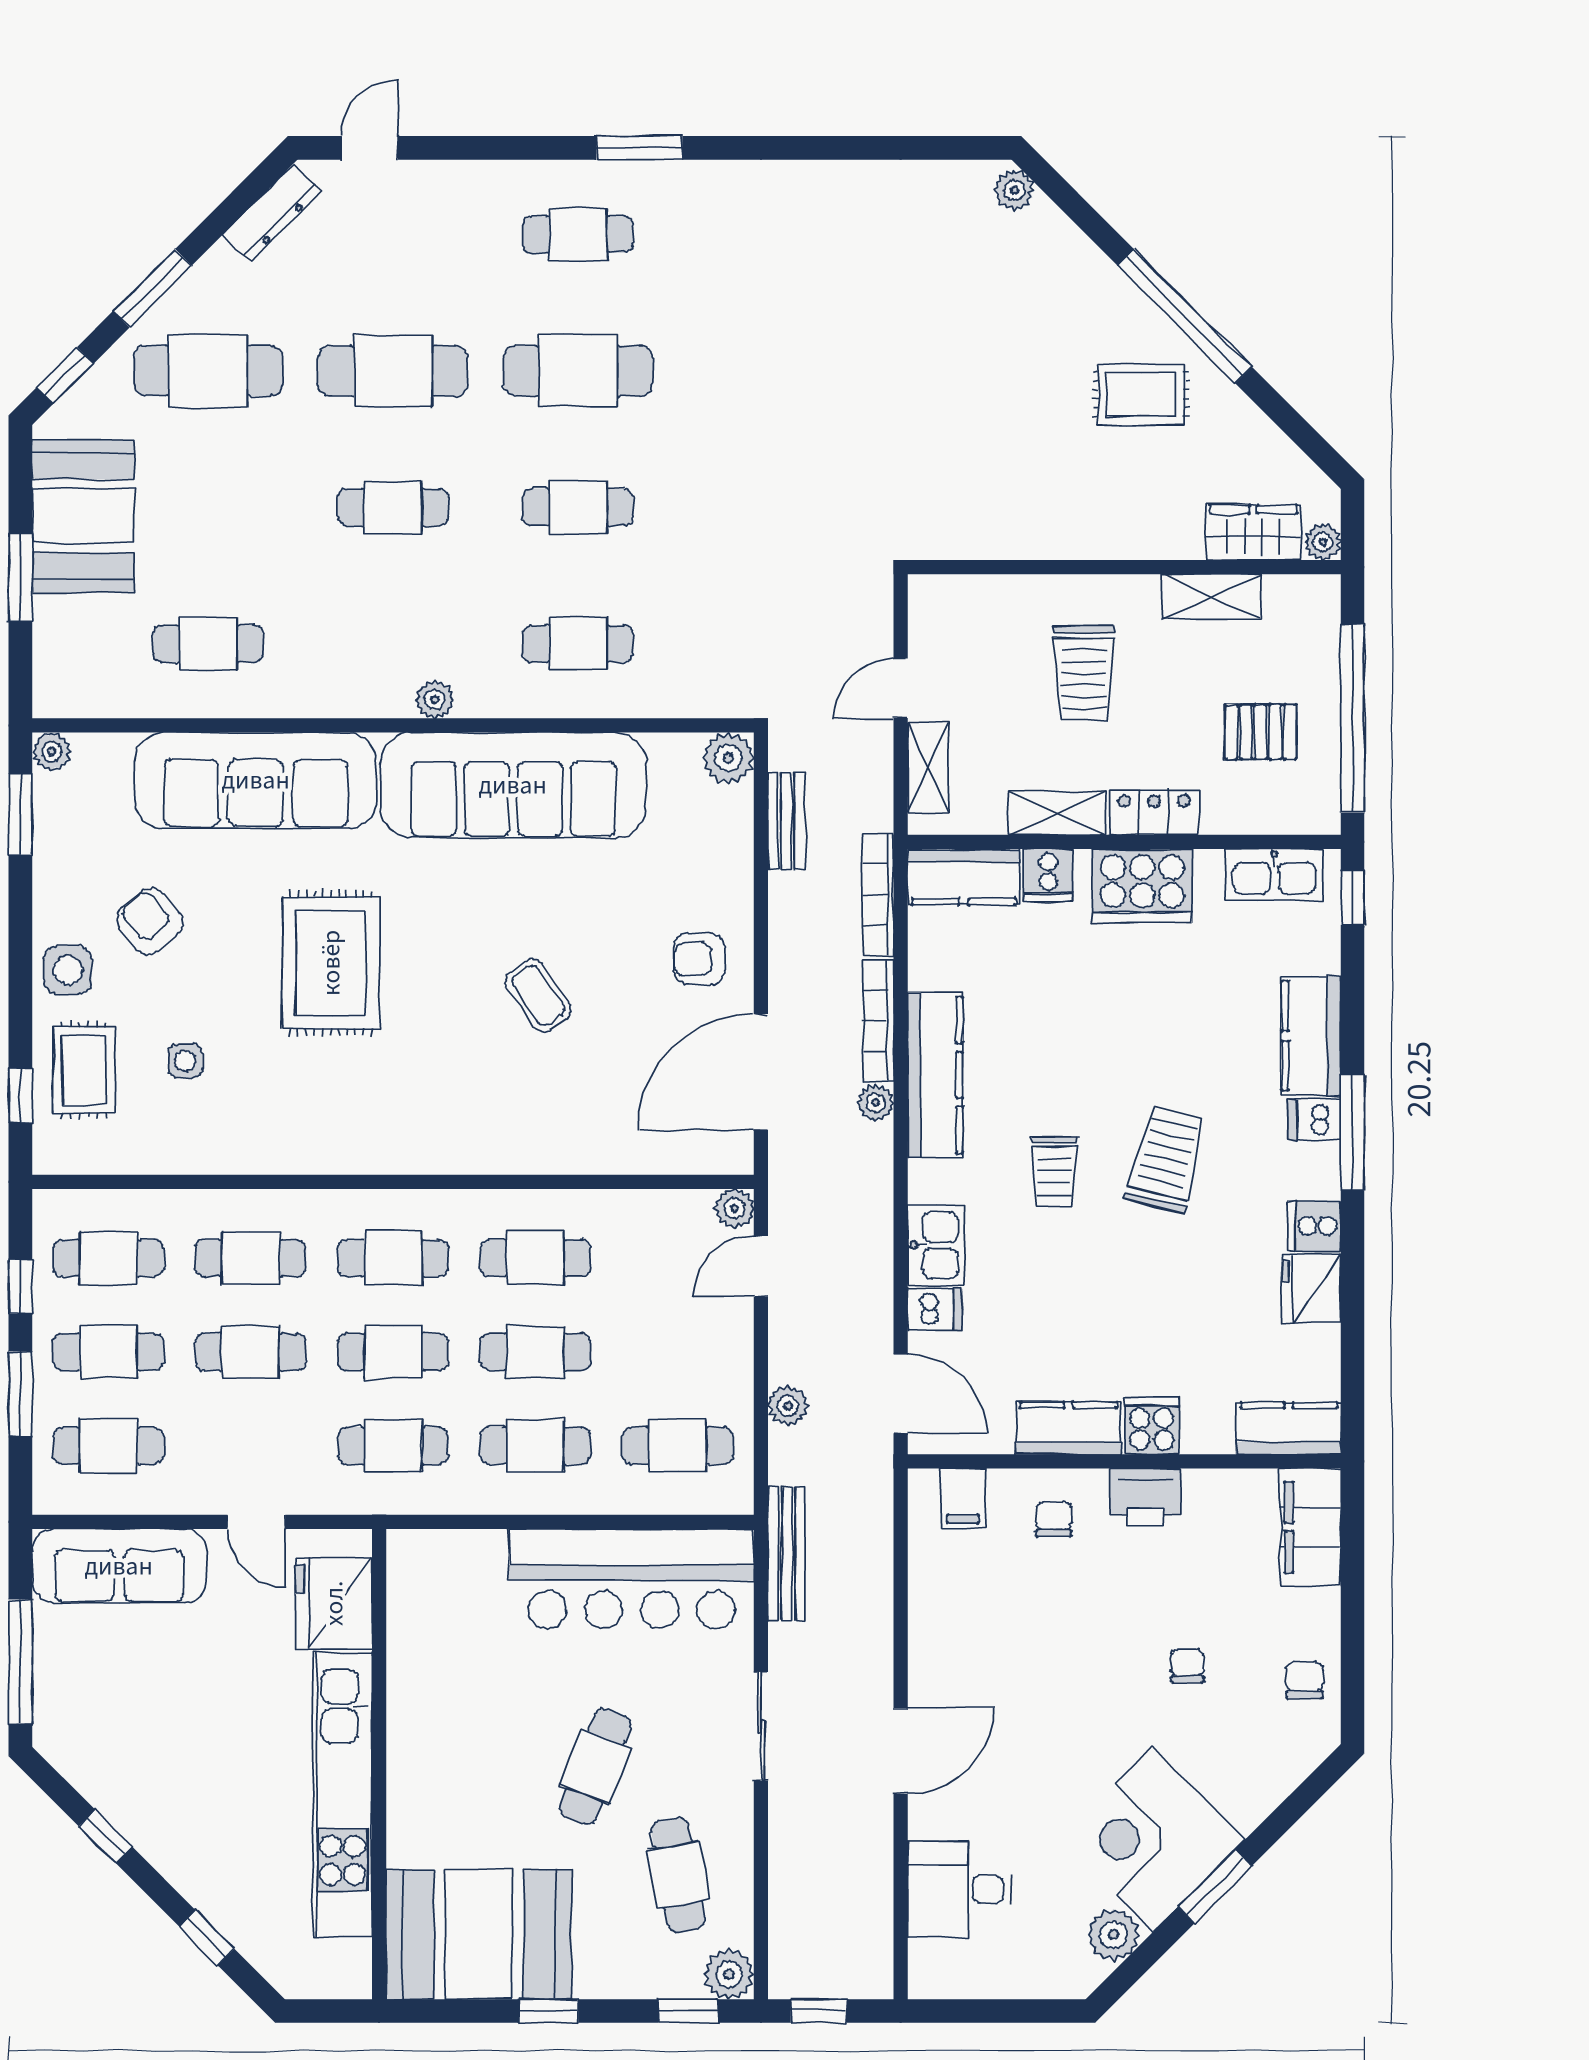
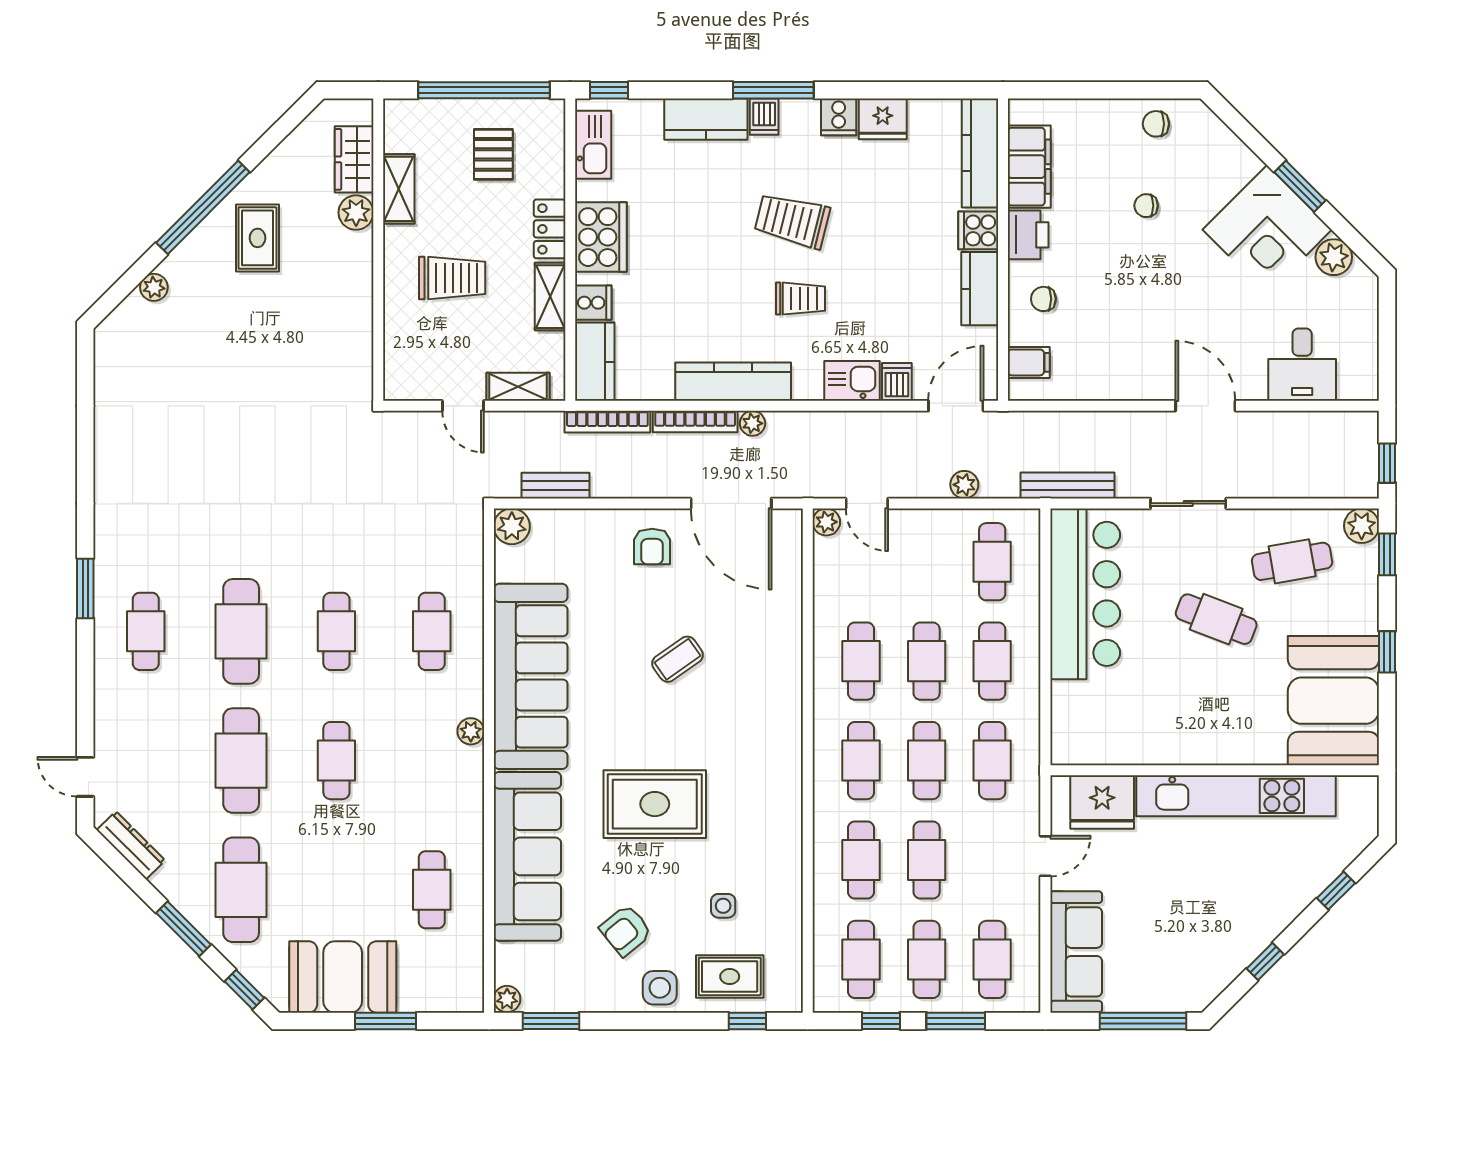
plant: (1014, 190) -> (154, 287), moved
plant: (1323, 542) -> (356, 213), moved, width x1.38, depth x1.38
kitchen counter: (1289, 1428) -> (980, 153), width x1.50
filing cabinet: (1310, 1527) -> (1029, 167), moved, turned -90

